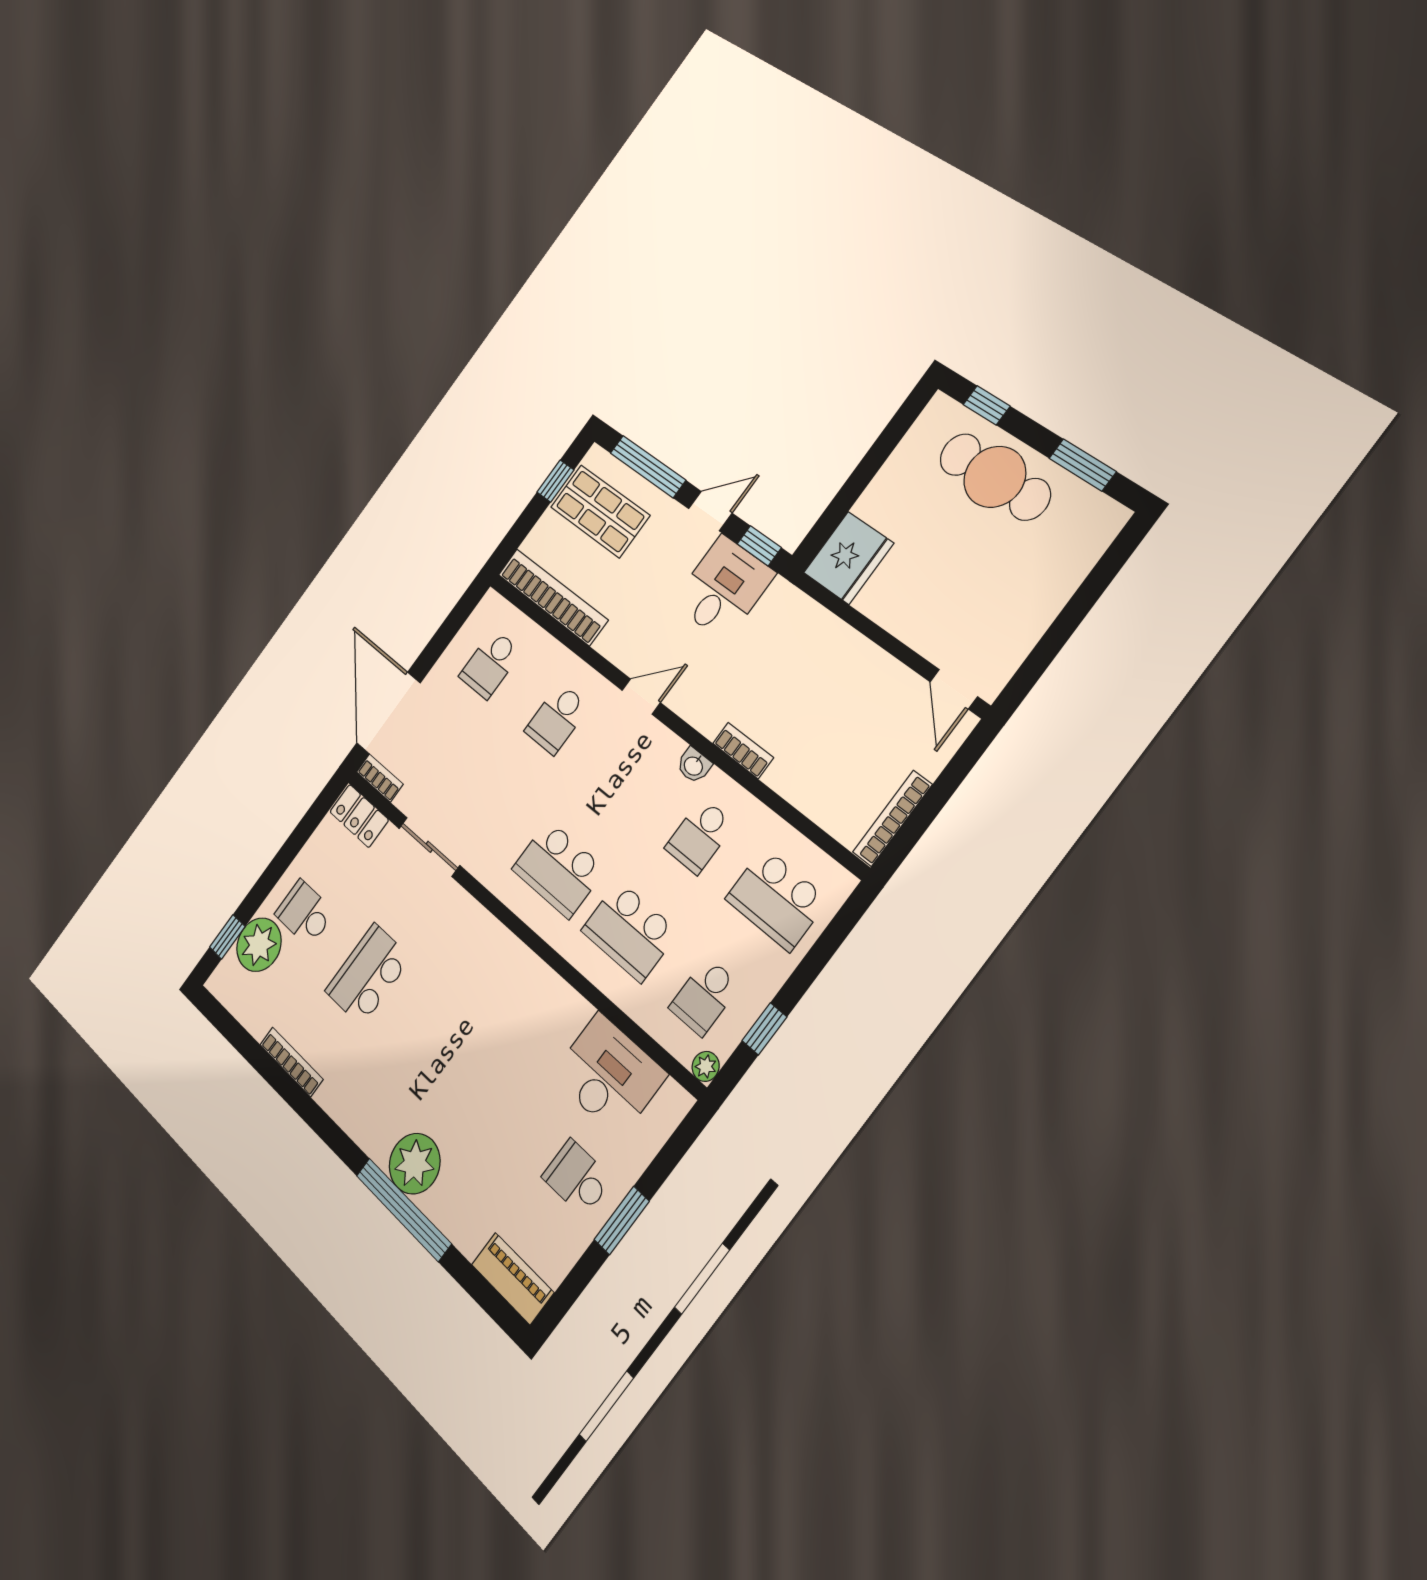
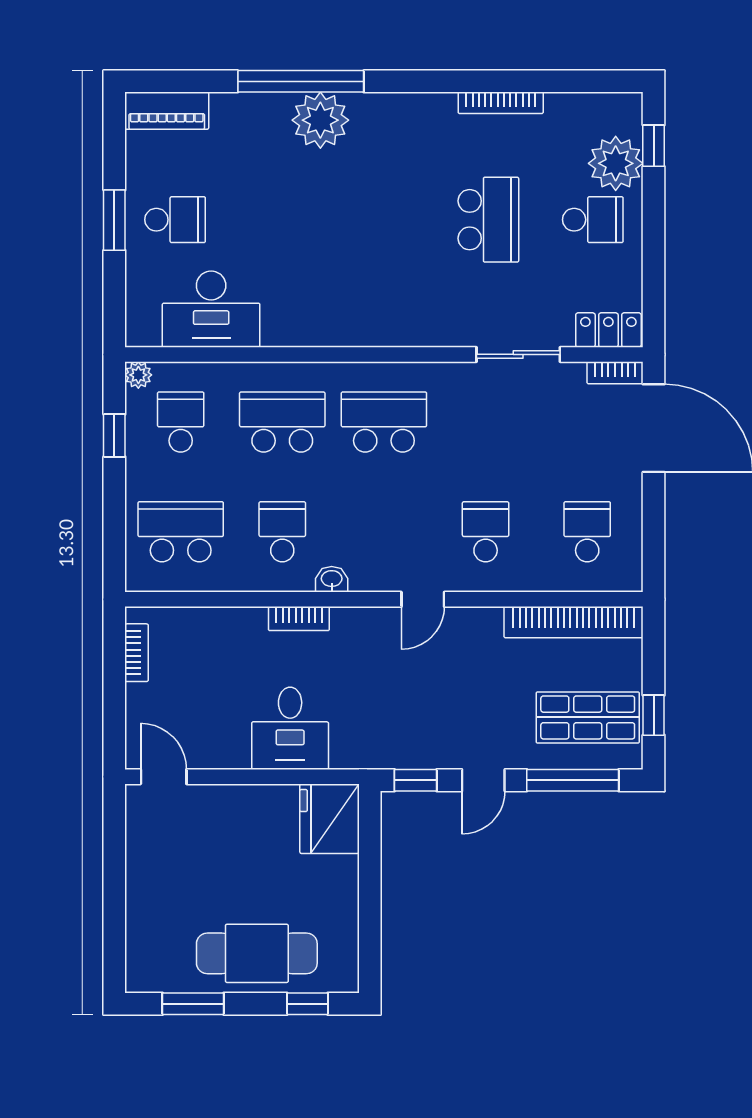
desk: (724, 588) -> (290, 728), moved
bookcase: (892, 818) -> (137, 653), width x0.64

